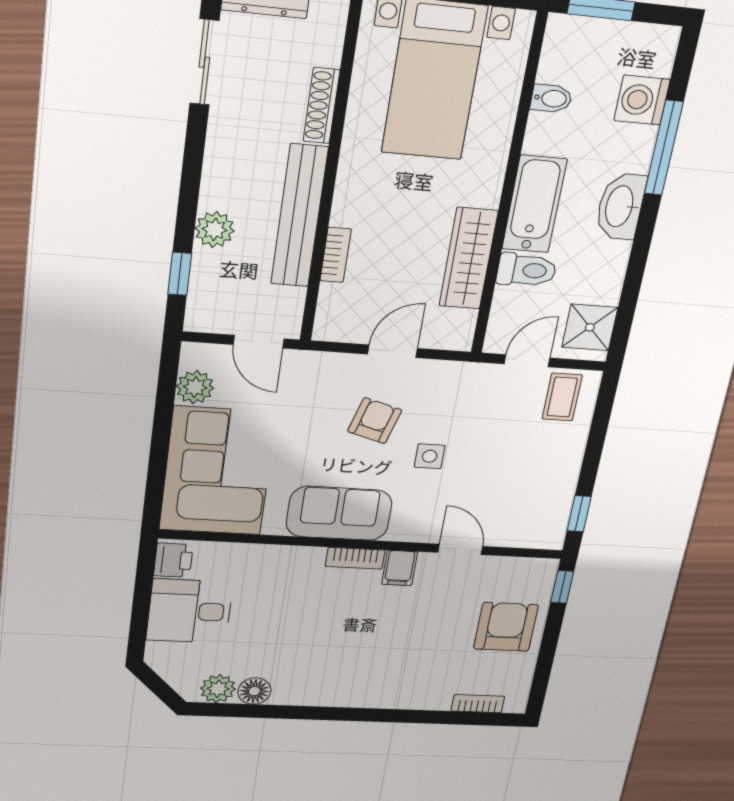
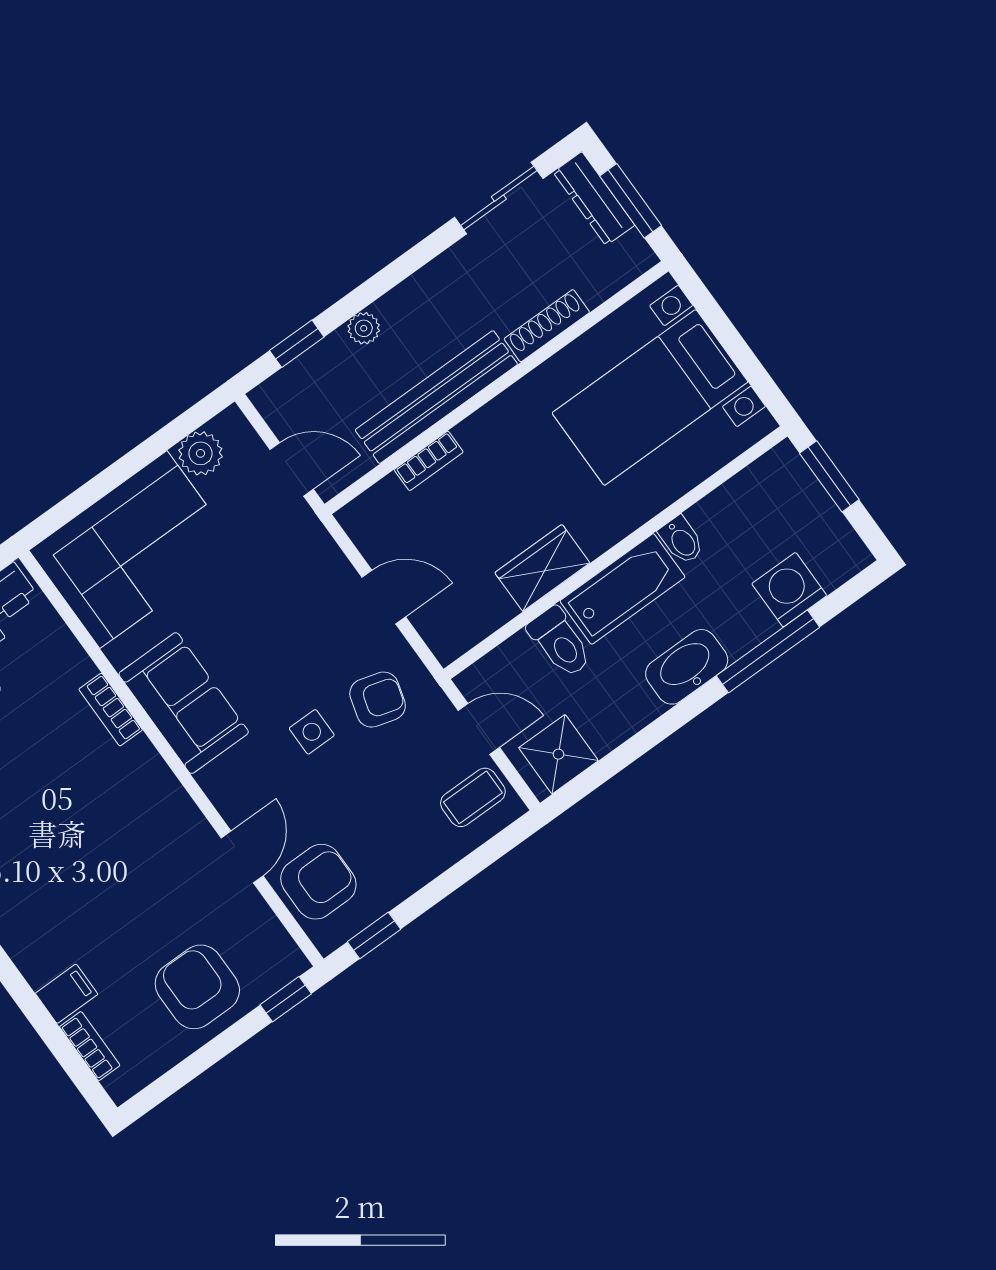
bidet: (551, 98) -> (682, 540), moved
plant: (215, 230) -> (364, 328), width x0.73, depth x0.73
wardrobe: (468, 259) -> (542, 568), width x0.67
door: (259, 342) -> (292, 469), swing flipped
armchair: (375, 421) -> (378, 700), moved
armchair: (518, 520) -> (318, 882), added
bookcase: (355, 558) -> (111, 710), moved
filing cabinet: (400, 568) -> (67, 994), moved, turned 180
armchair: (506, 627) -> (197, 987), turned -90

